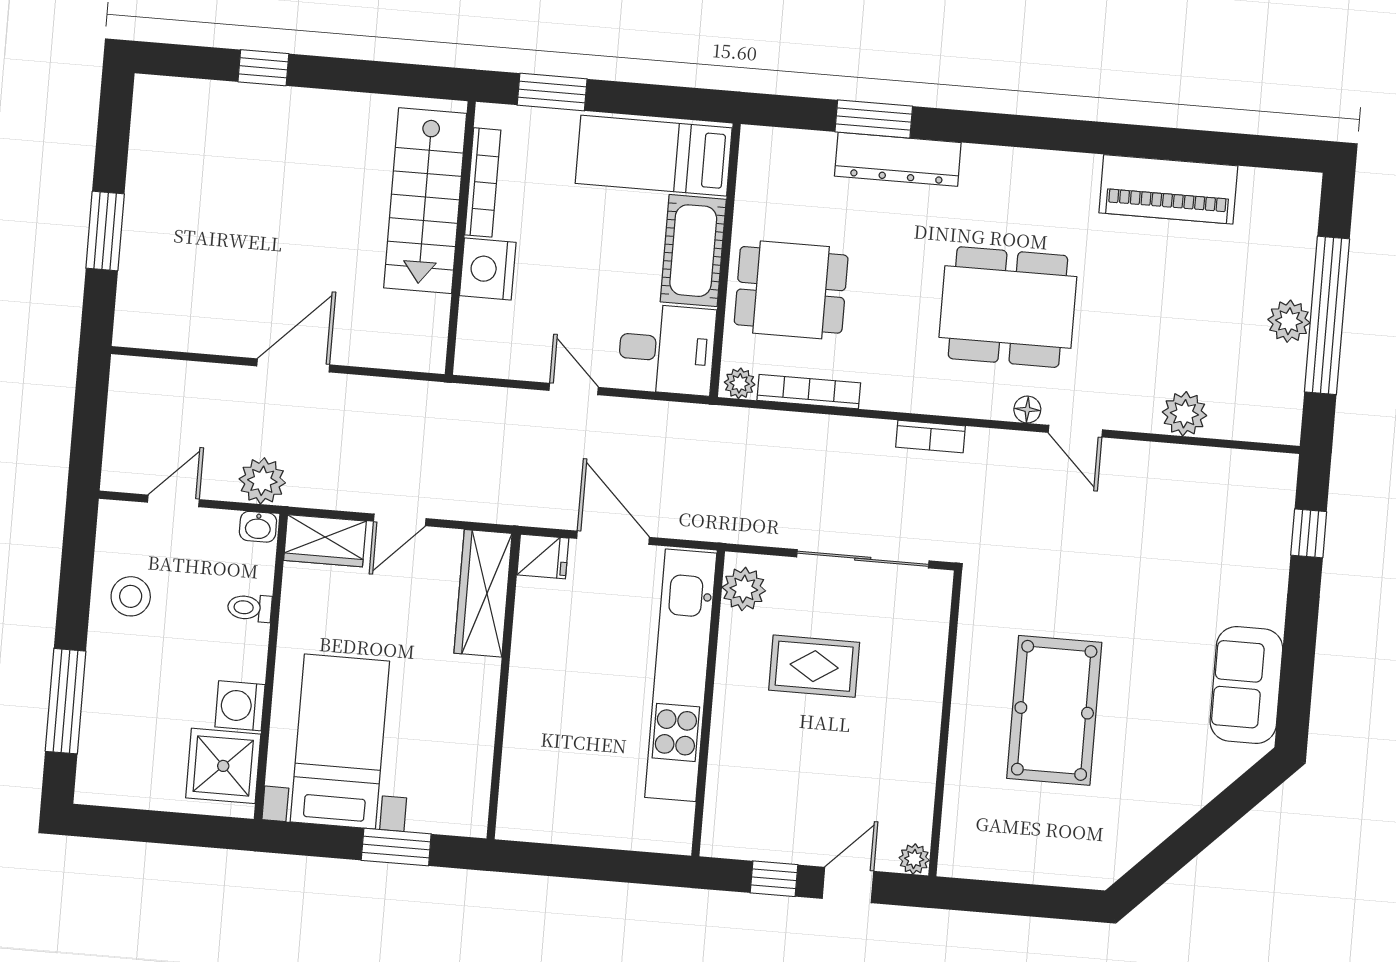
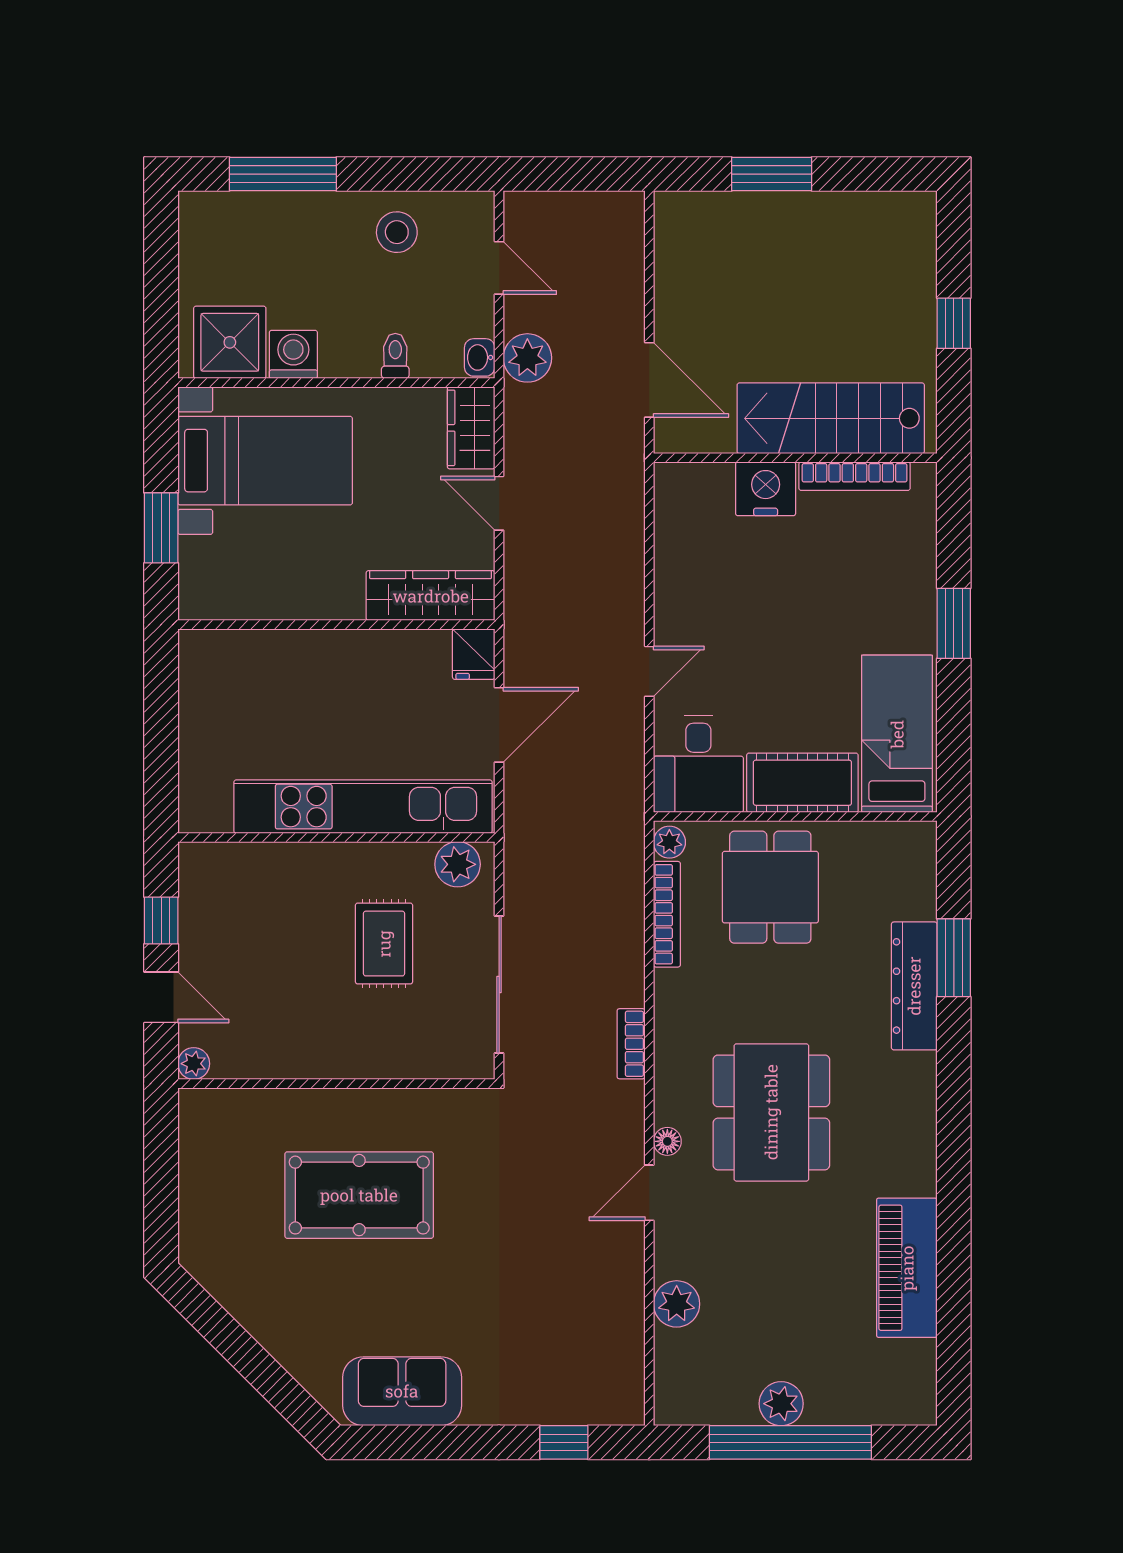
bookcase: (483, 182) -> (855, 476), moved
stairs: (425, 201) -> (831, 418), moved
wall: (460, 238) -> (795, 458), moved
nightstand: (488, 269) -> (766, 489), moved

